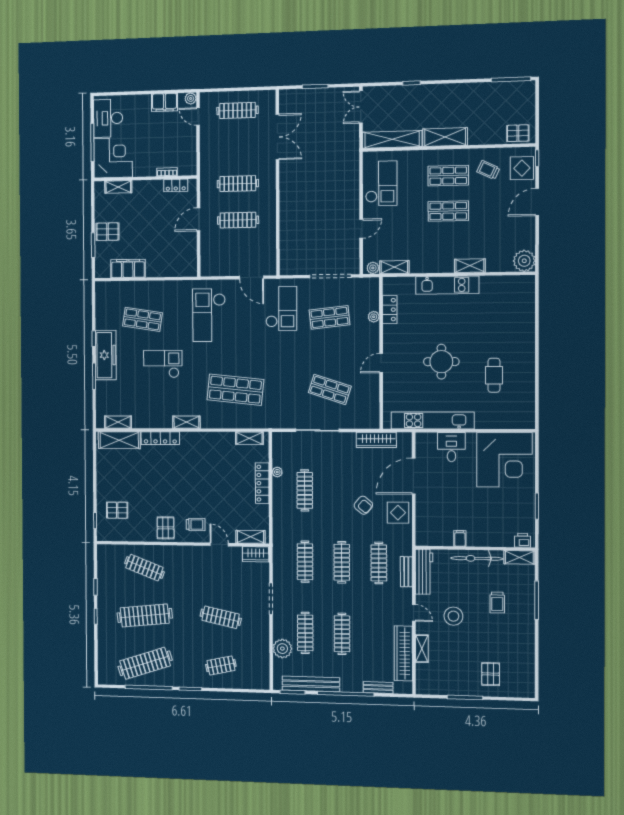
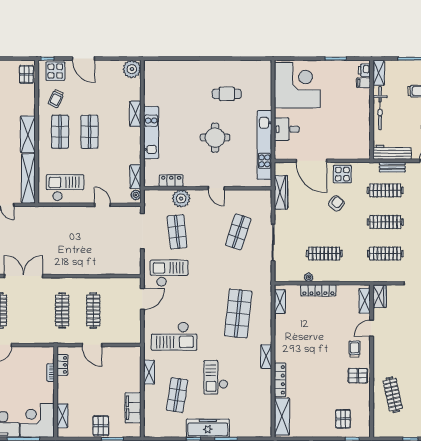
plant: (374, 317) -> (181, 198), width x1.87, depth x1.87
shelving: (118, 422) -> (149, 372), moved
filing cabinet: (460, 538) -> (363, 83), moved
clothes rail: (144, 568) -> (393, 395), turned -33

